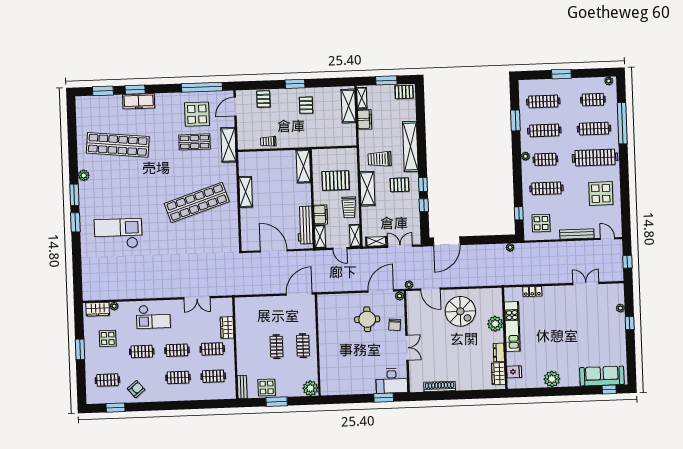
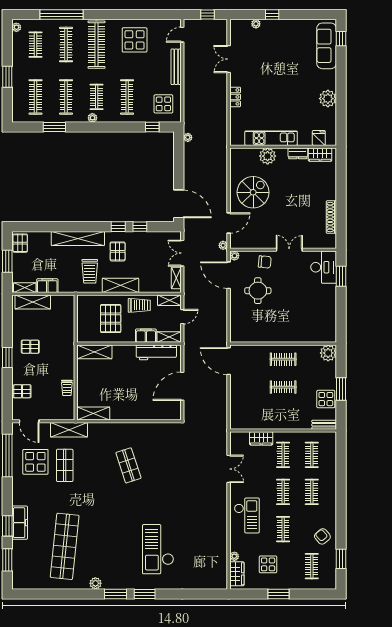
shelving: (246, 192) -> (93, 414), moved
shop shelf: (197, 202) -> (128, 465), width x0.50, depth x0.74
locker: (532, 292) -> (235, 97), moved

